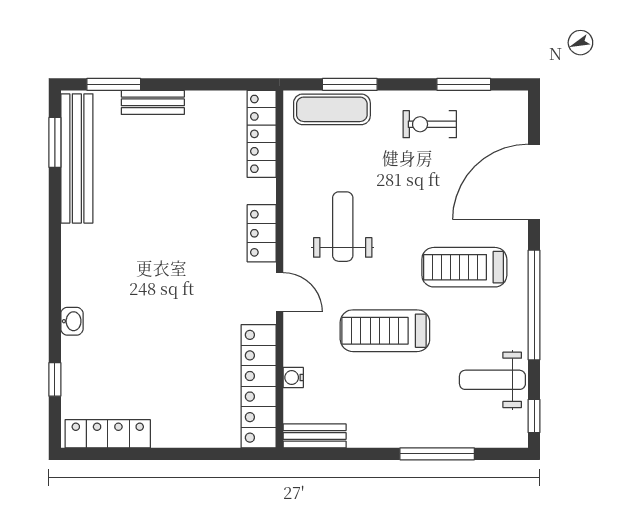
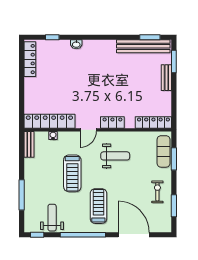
treadmill: (385, 331) -> (72, 173), turned 180

